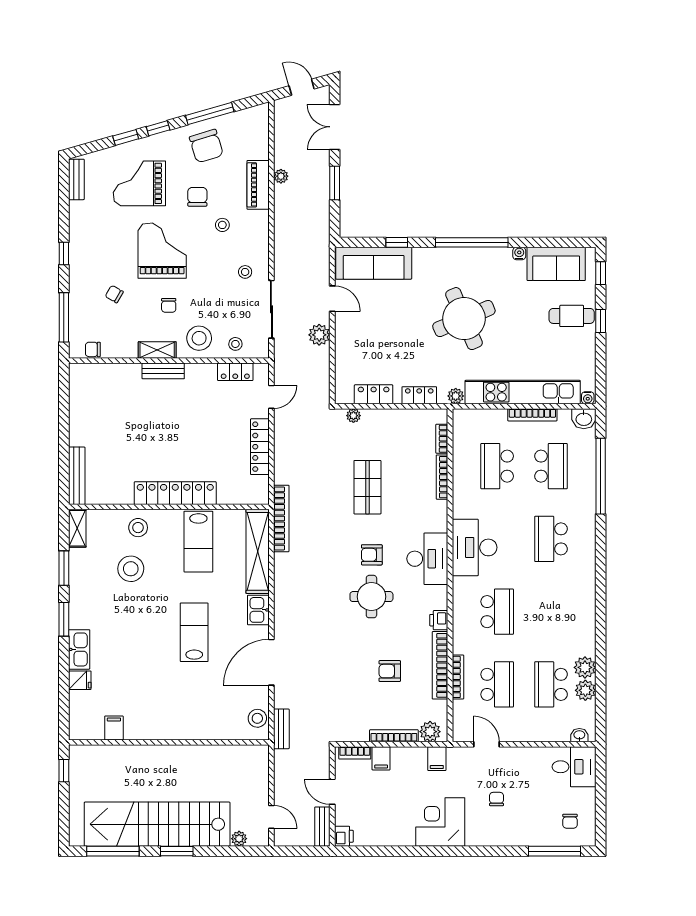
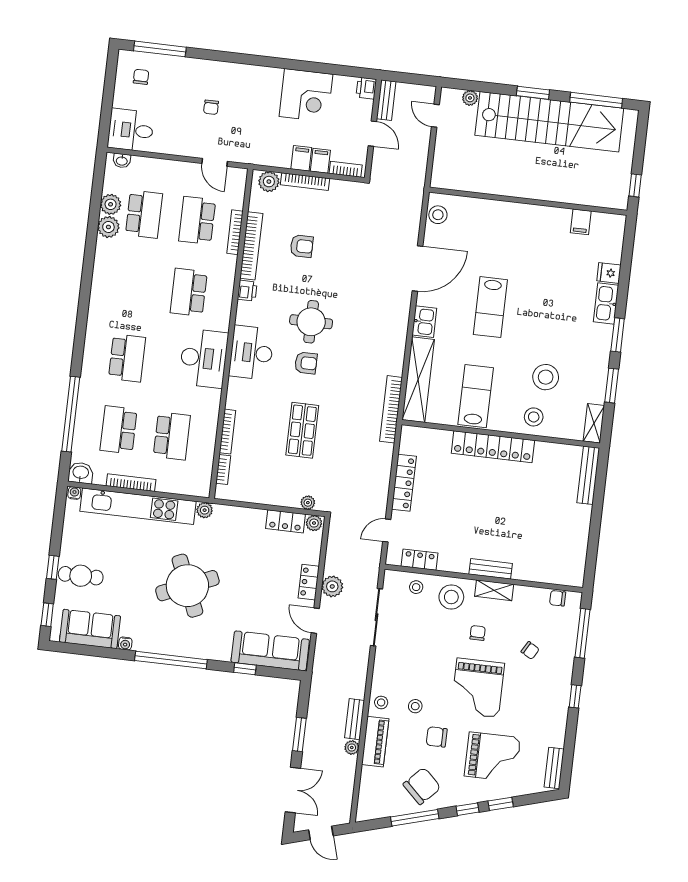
chair: (206, 146) -> (422, 786), turned 61
chair: (197, 197) -> (437, 737), turned 90
stool: (245, 272) -> (381, 702), moved
chair: (93, 349) -> (558, 598), turned 180
locker: (419, 395) -> (309, 582), moved, turned 90
plant: (345, 396) -> (314, 523), added
bench: (281, 729) -> (355, 719), moved
filing cabinet: (437, 759) -> (301, 158), moved
corner desk: (440, 822) -> (306, 95), moved

